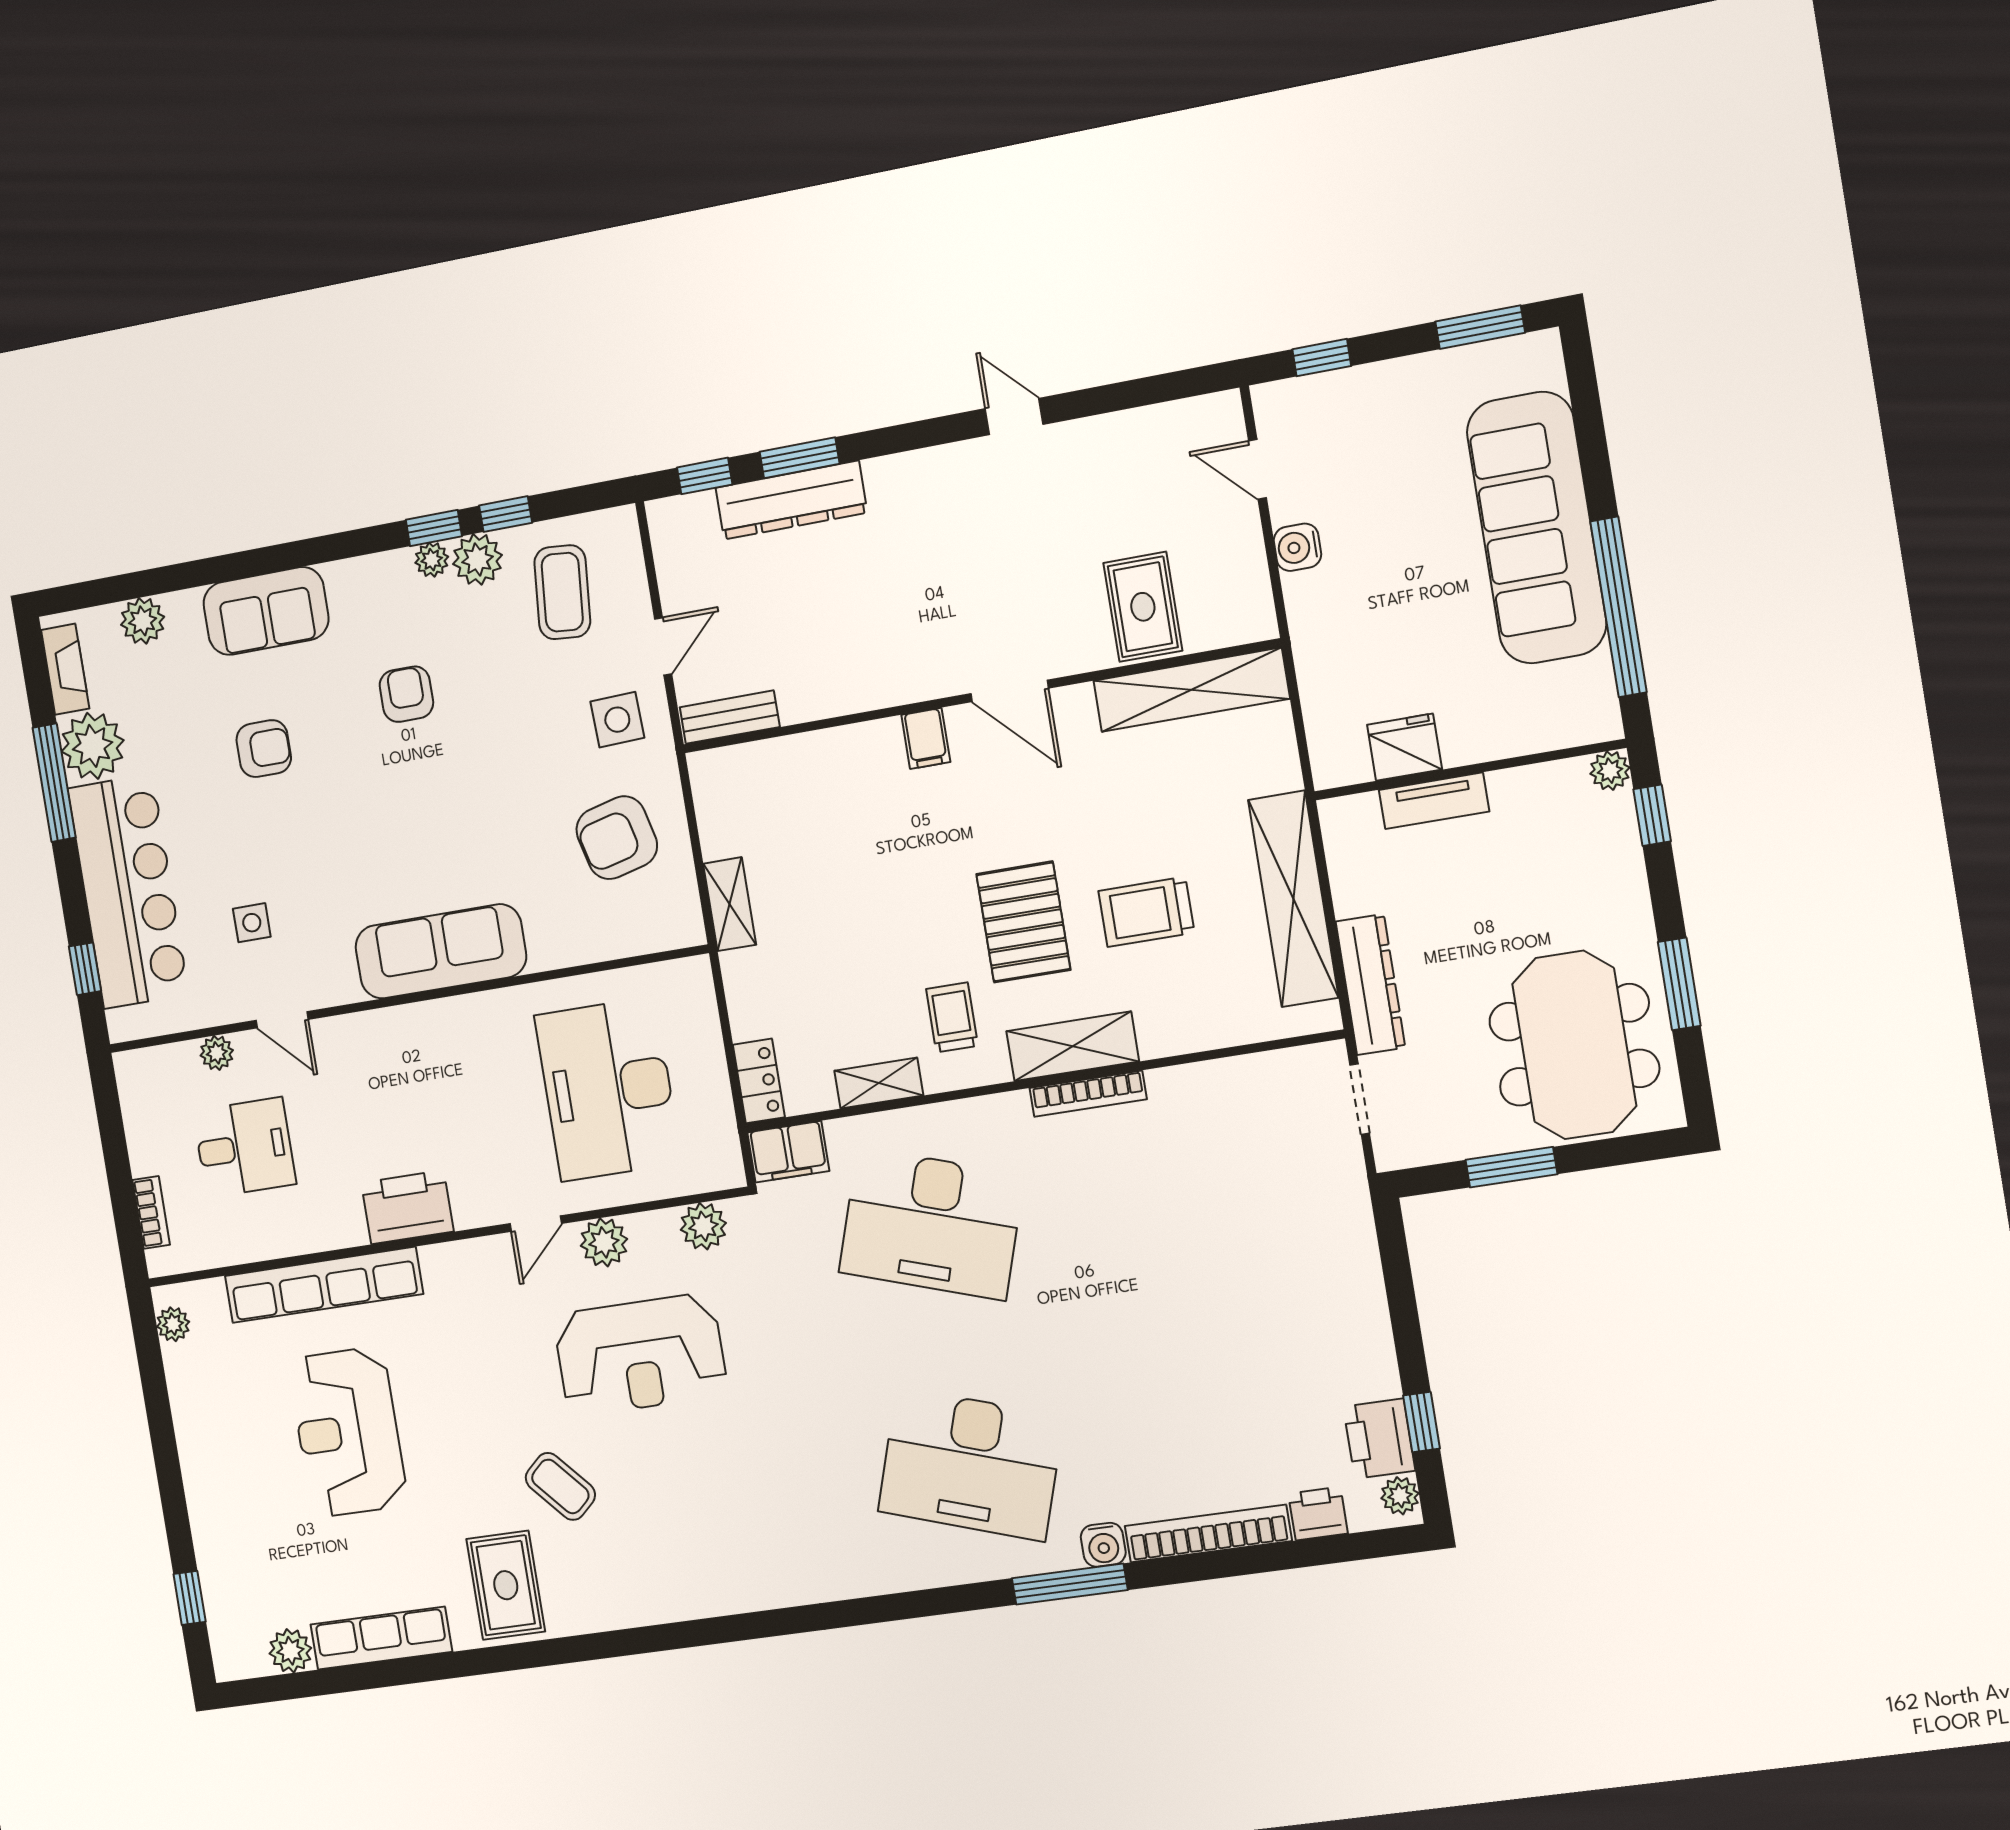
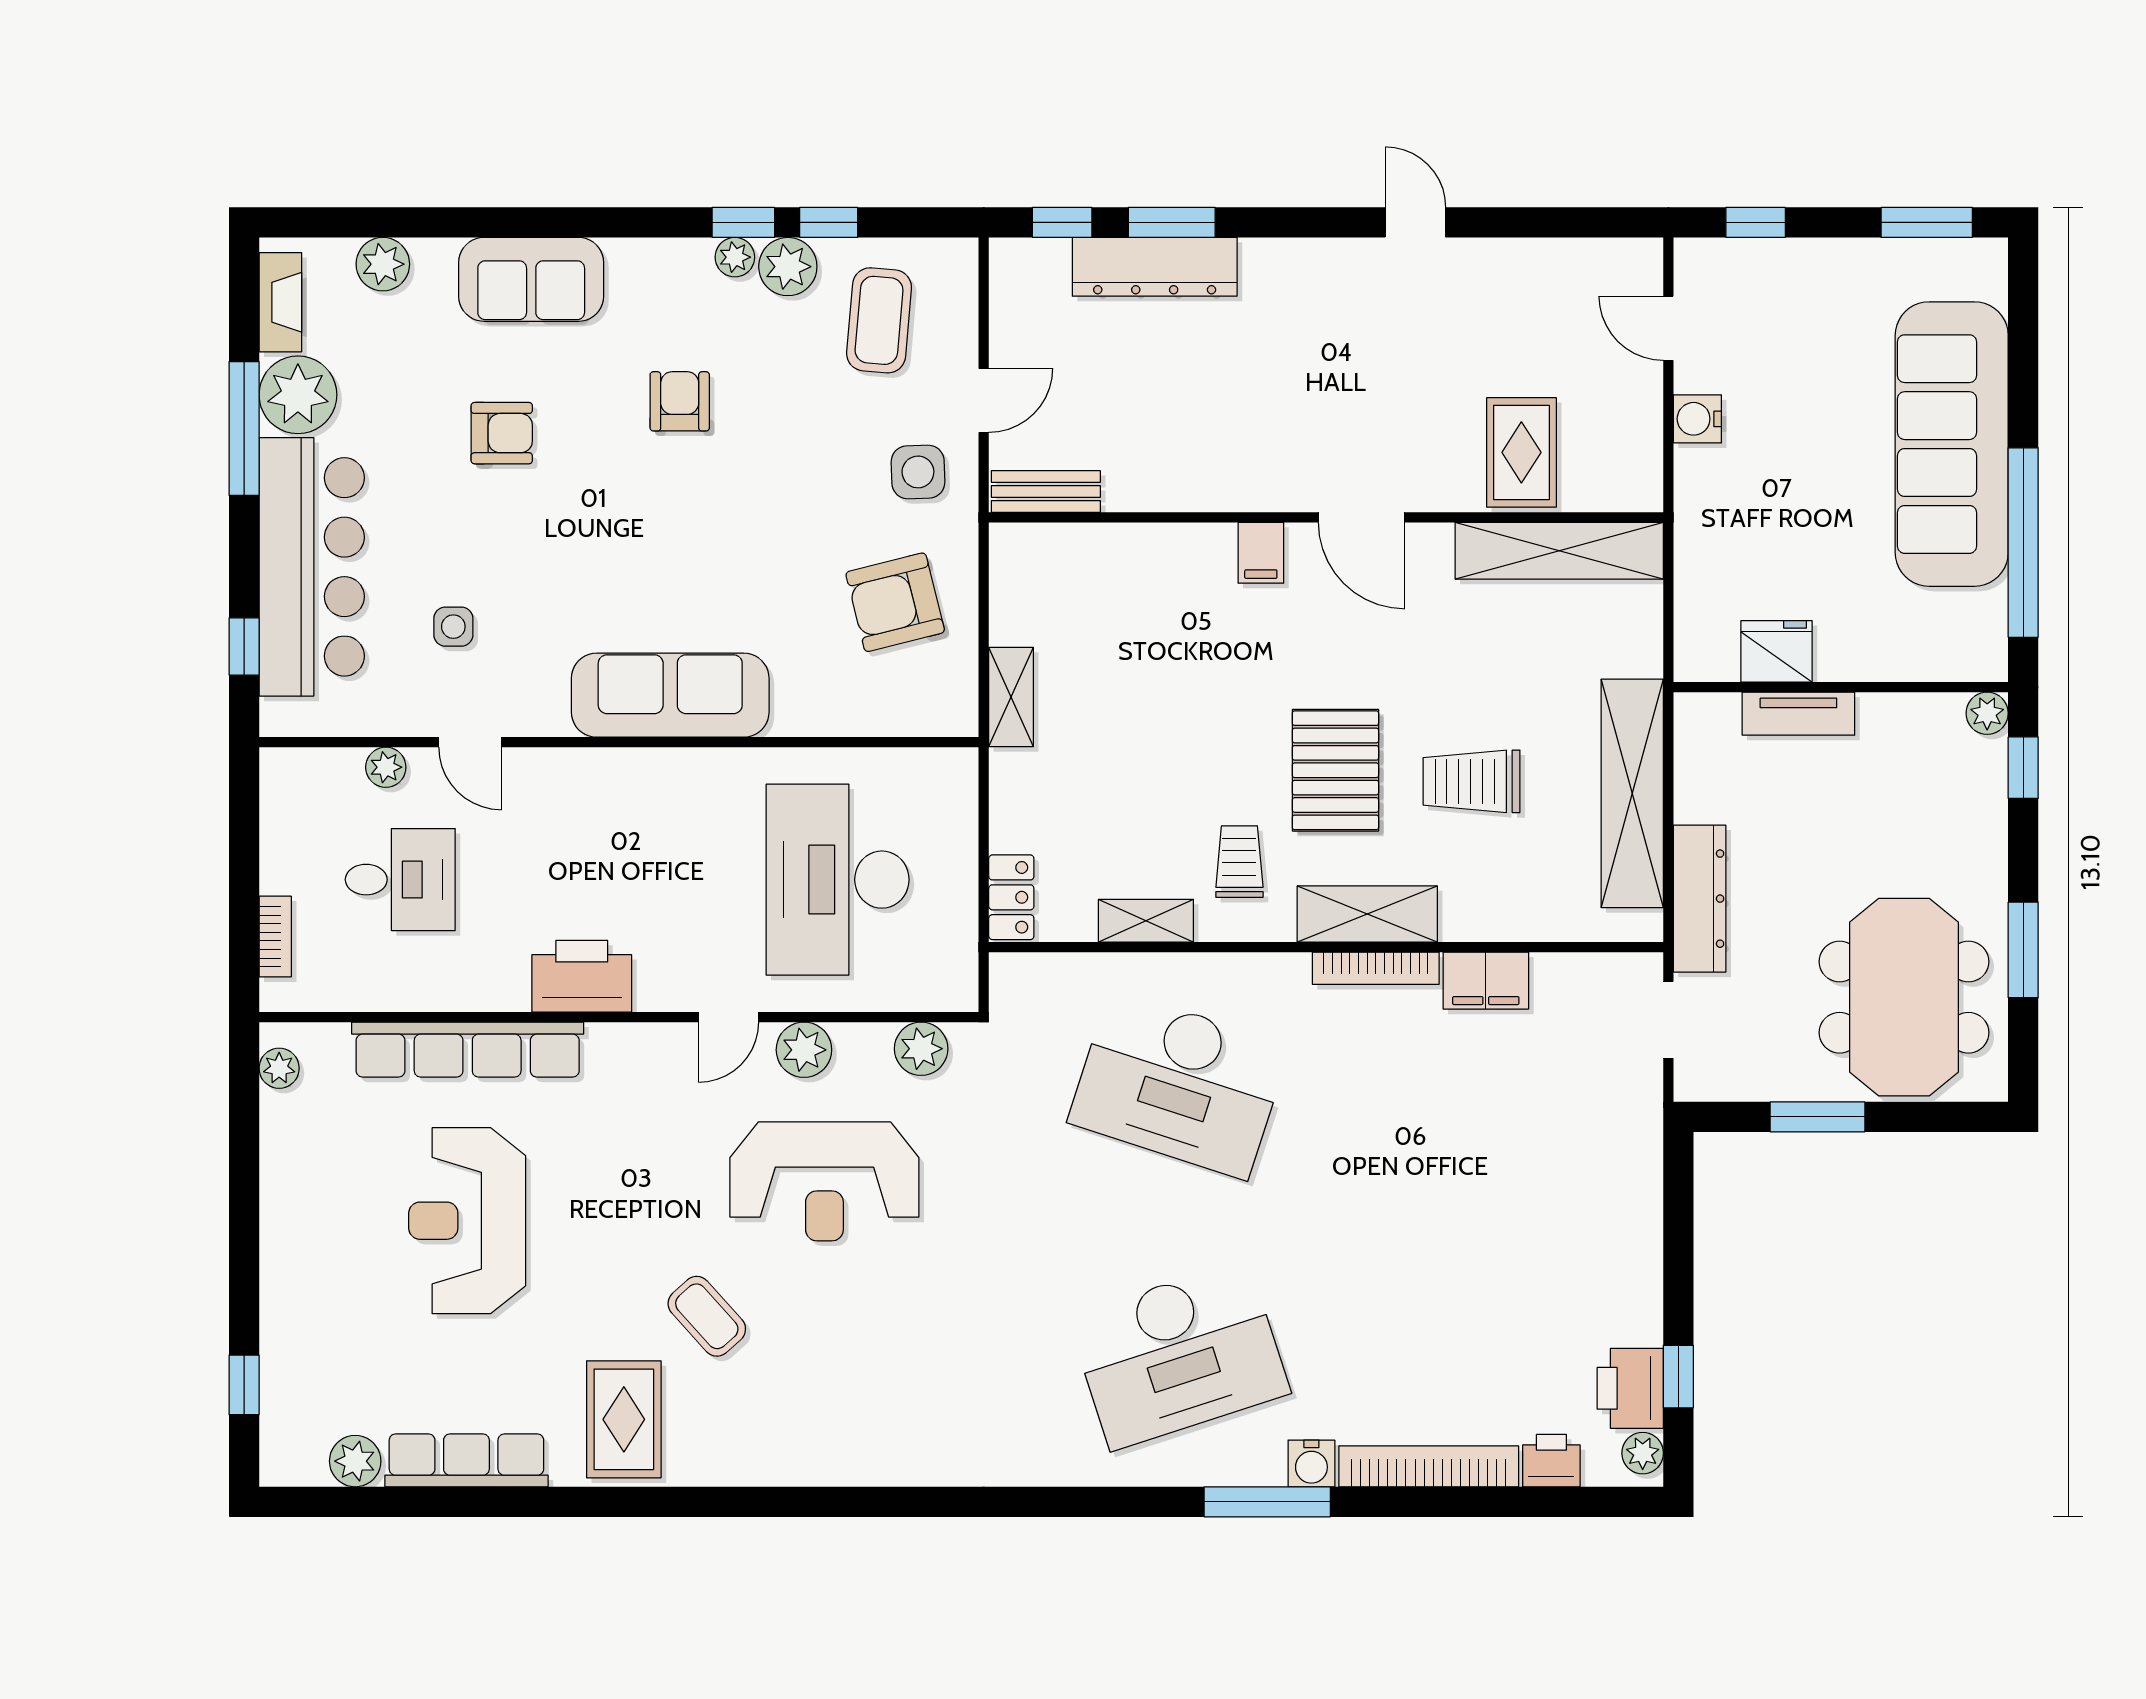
filing cabinet: (788, 1152) -> (1486, 981), moved
desk: (971, 1464) -> (1179, 1355), turned -36

